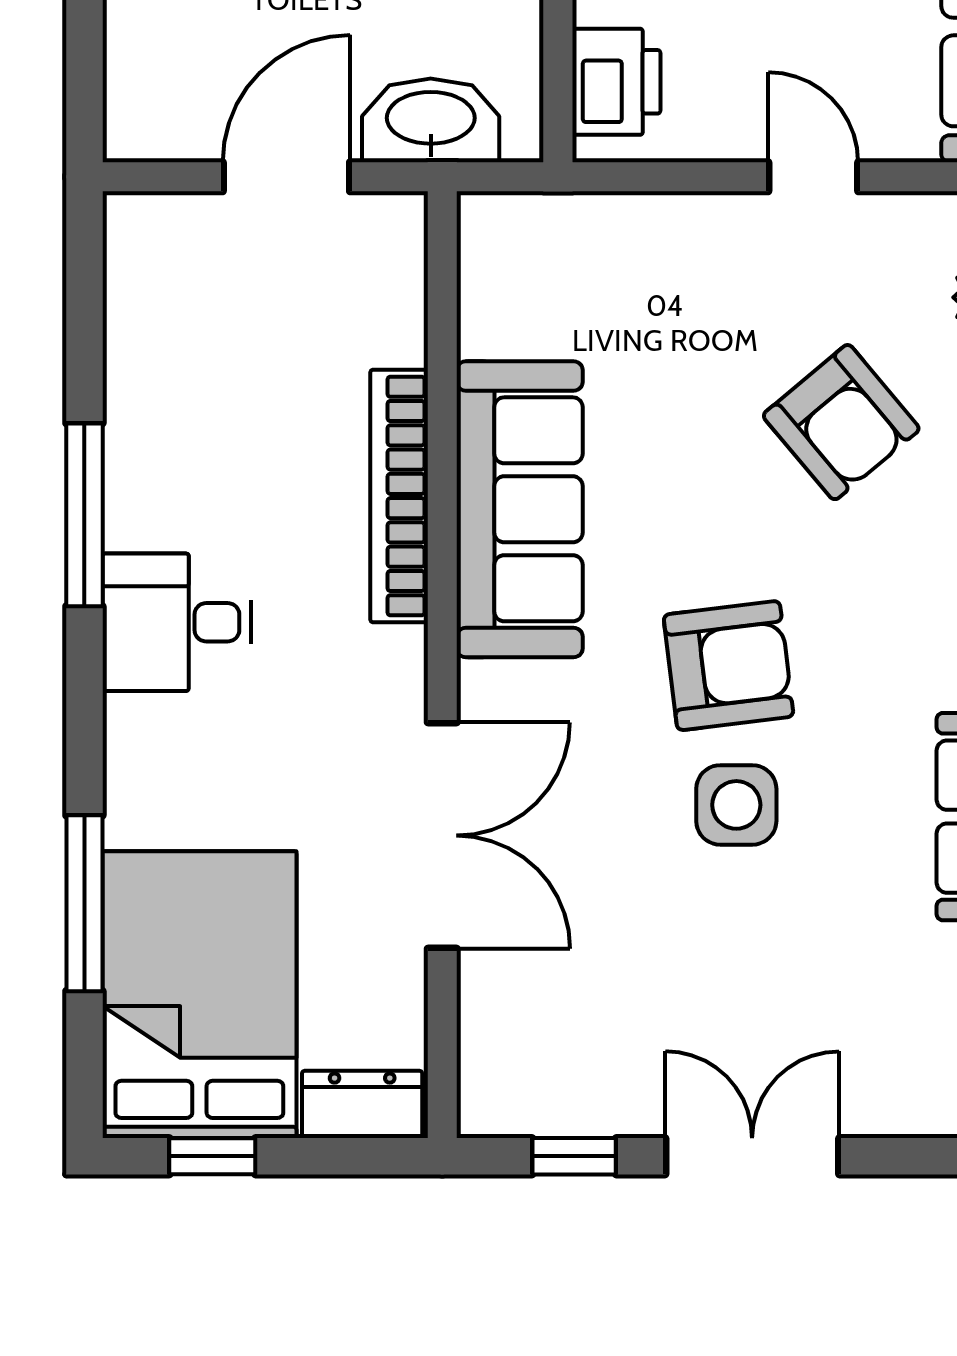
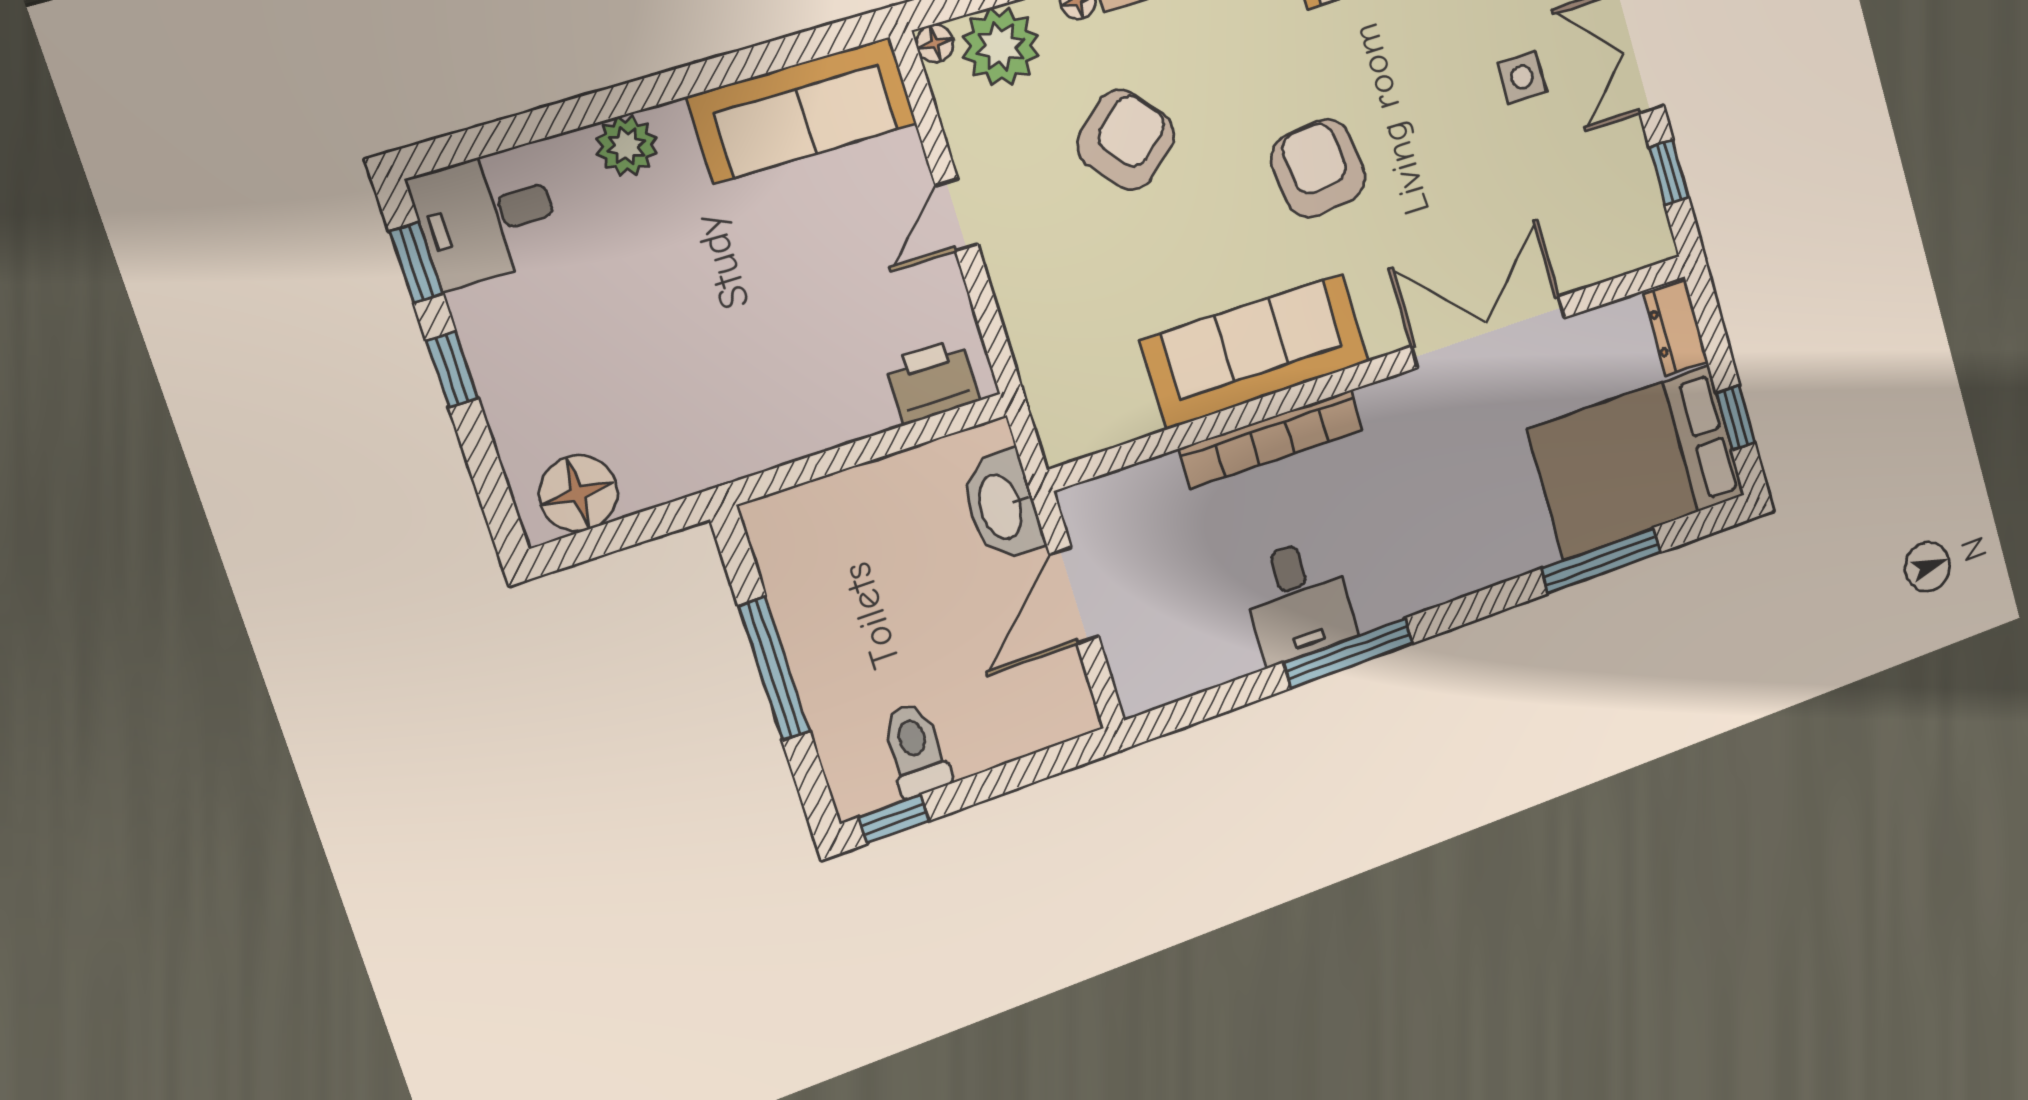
door: (286, 177) -> (1074, 595), hinge flipped
desk: (177, 622) -> (1298, 601), moved
side table: (736, 805) -> (1522, 77), moved, width x0.73, depth x0.73

